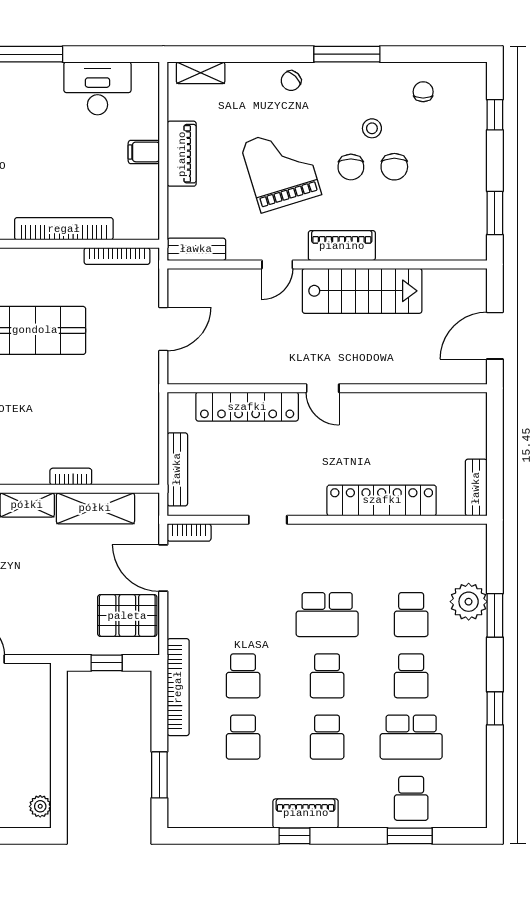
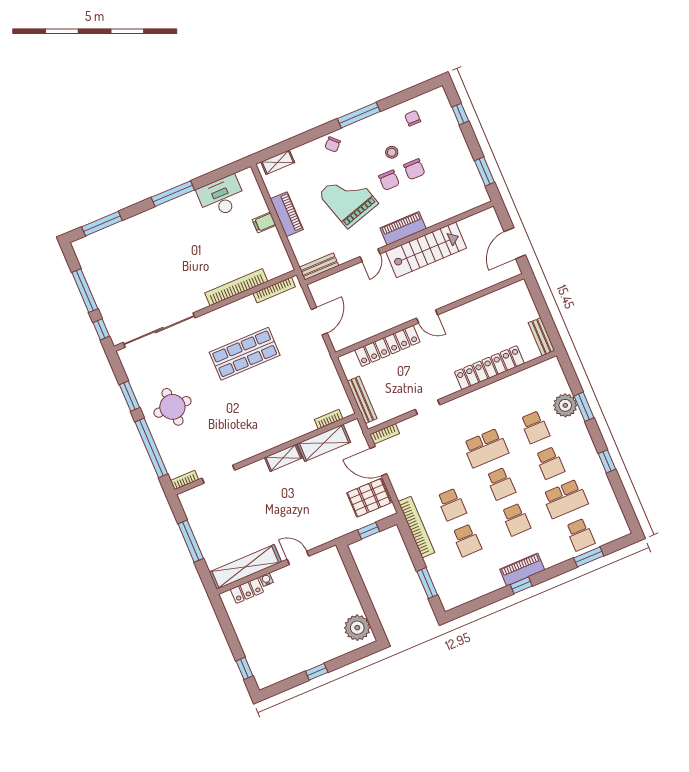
bookcase: (71, 477) -> (329, 419), moved
plant: (40, 806) -> (357, 628), width x1.88, depth x1.88

